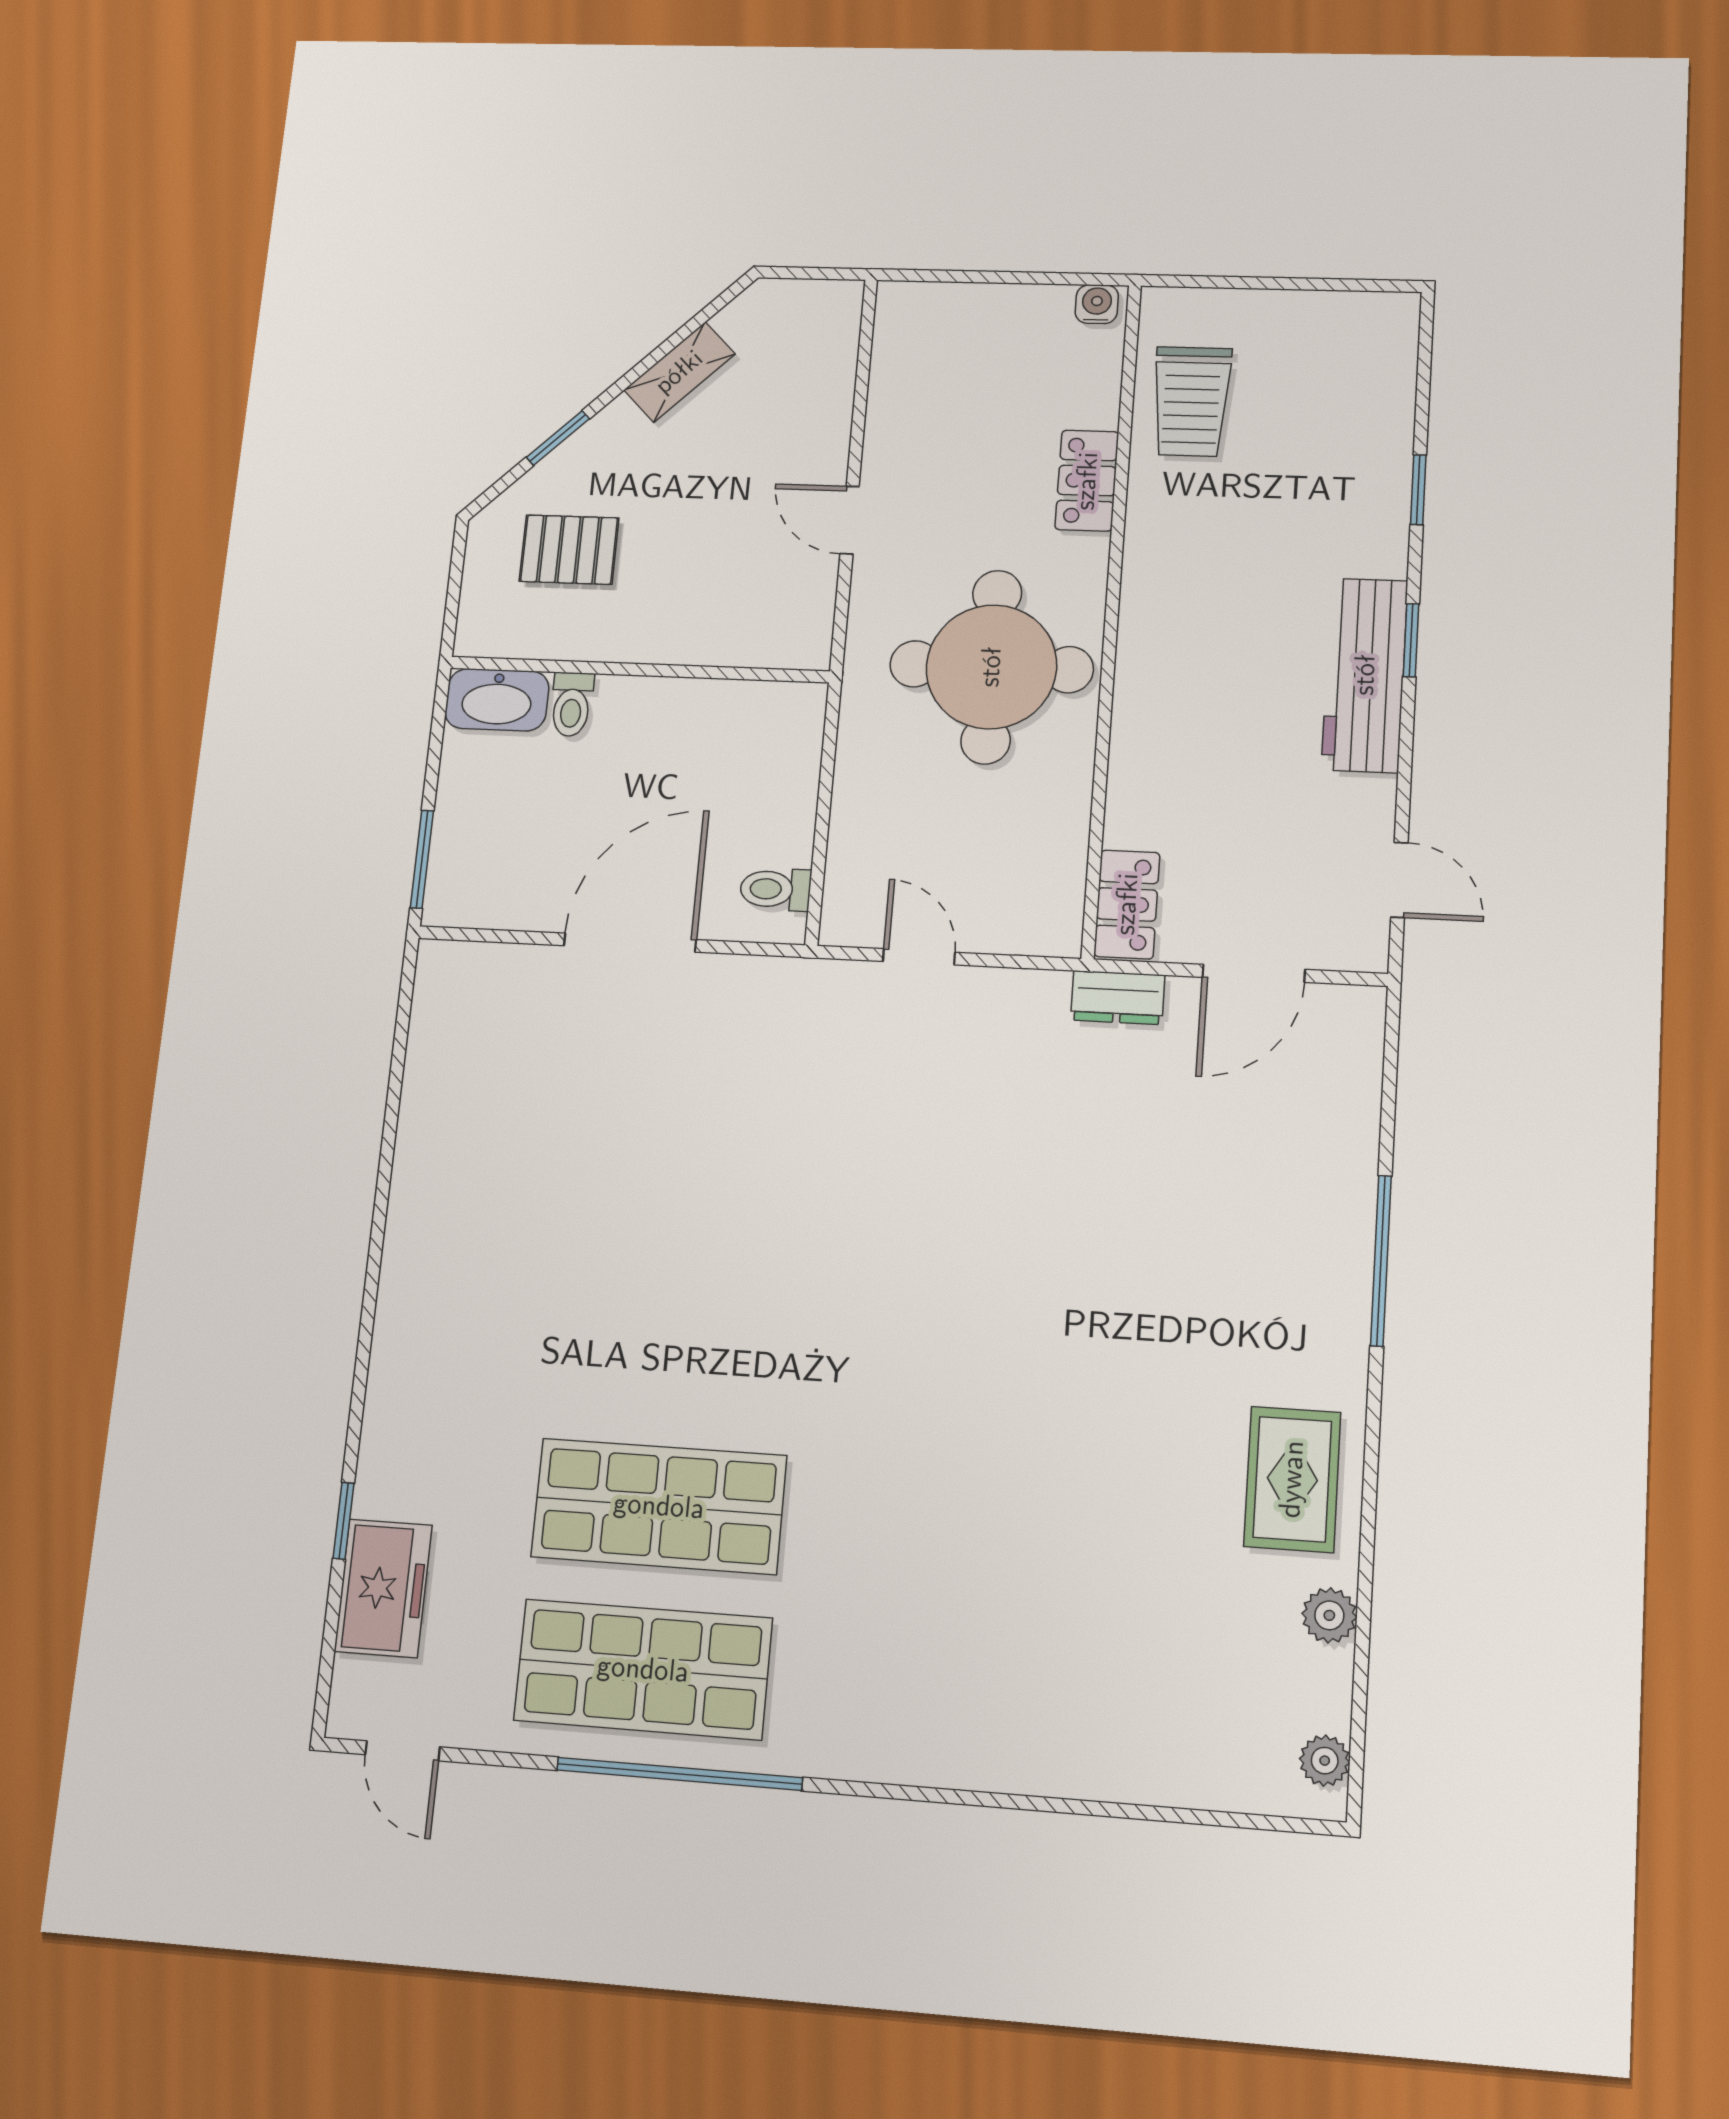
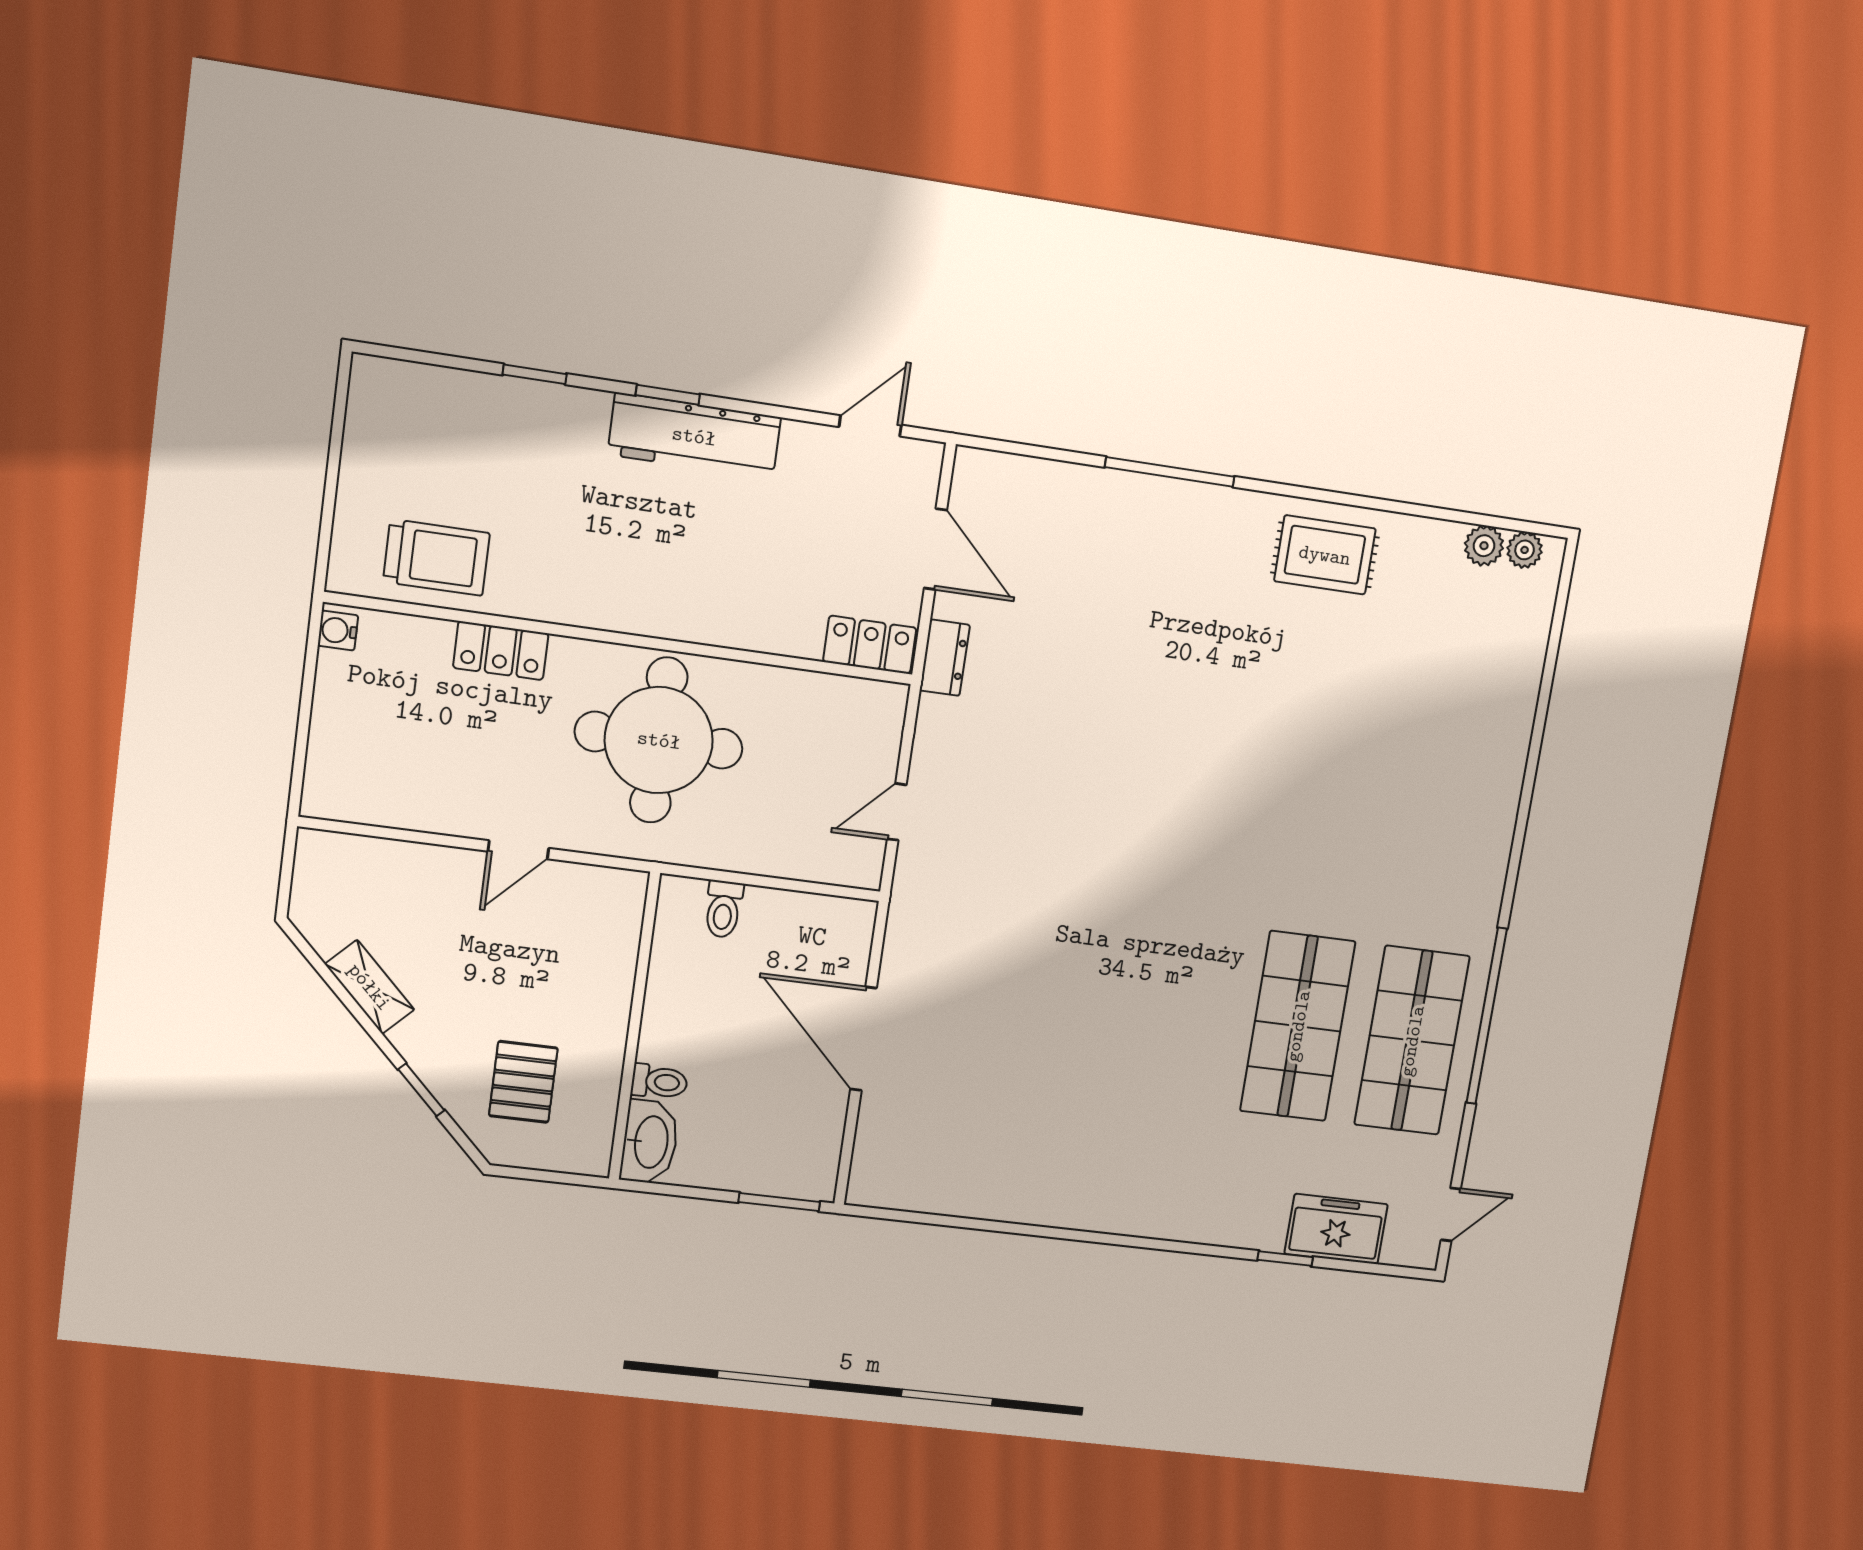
toilet: (775, 889) -> (723, 909), moved
plant: (1329, 1615) -> (1484, 546), moved

